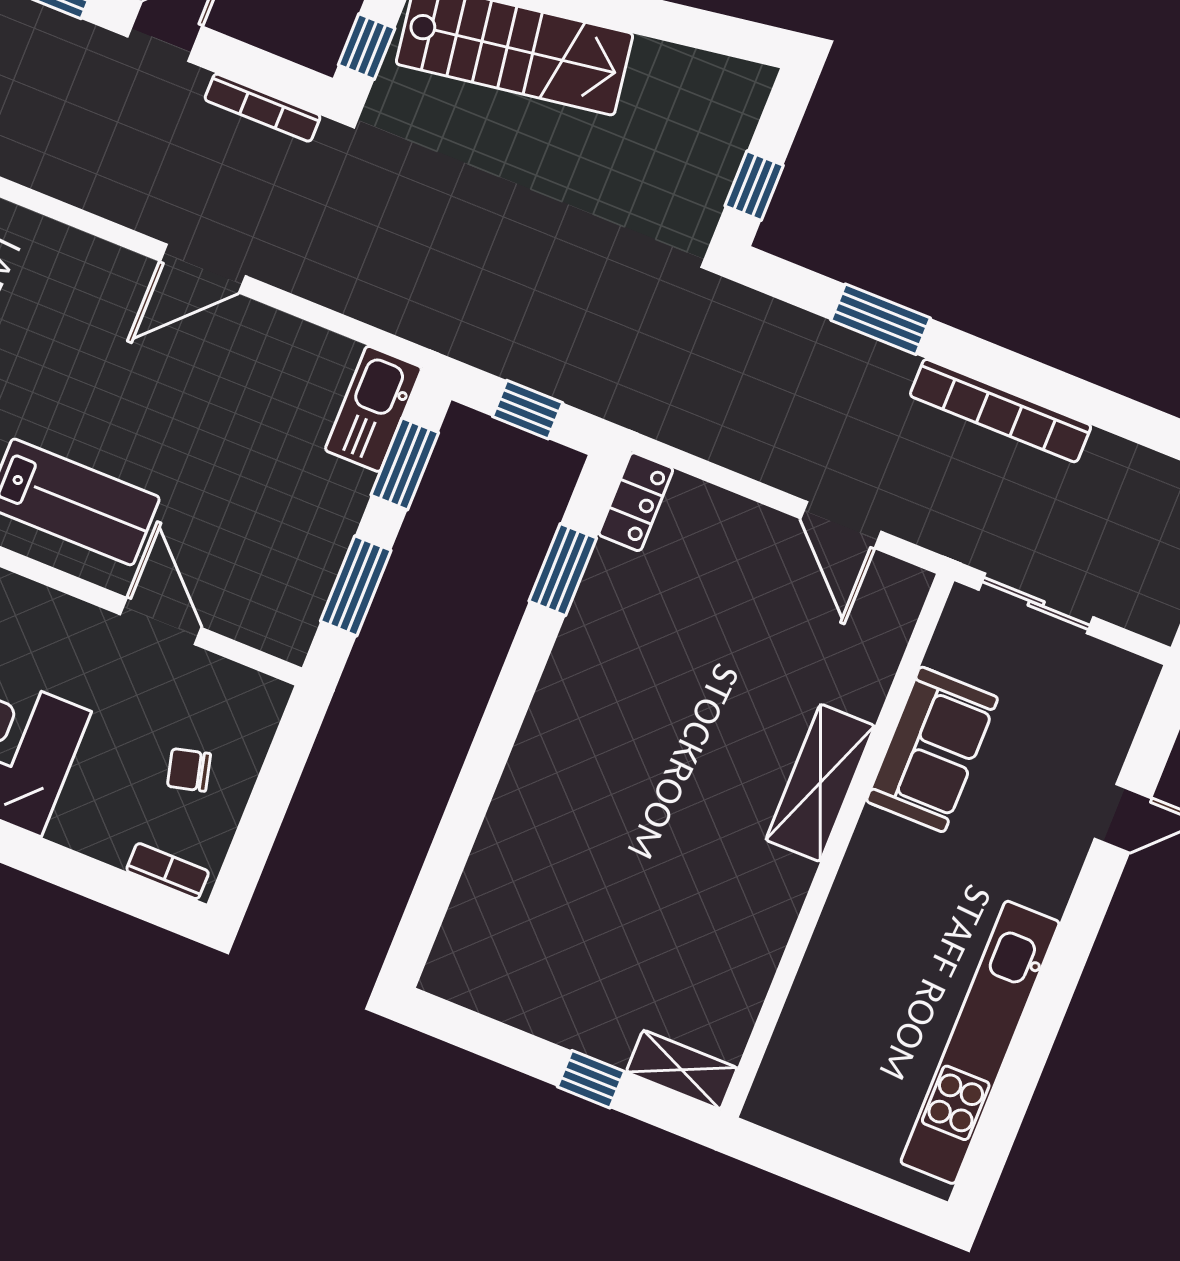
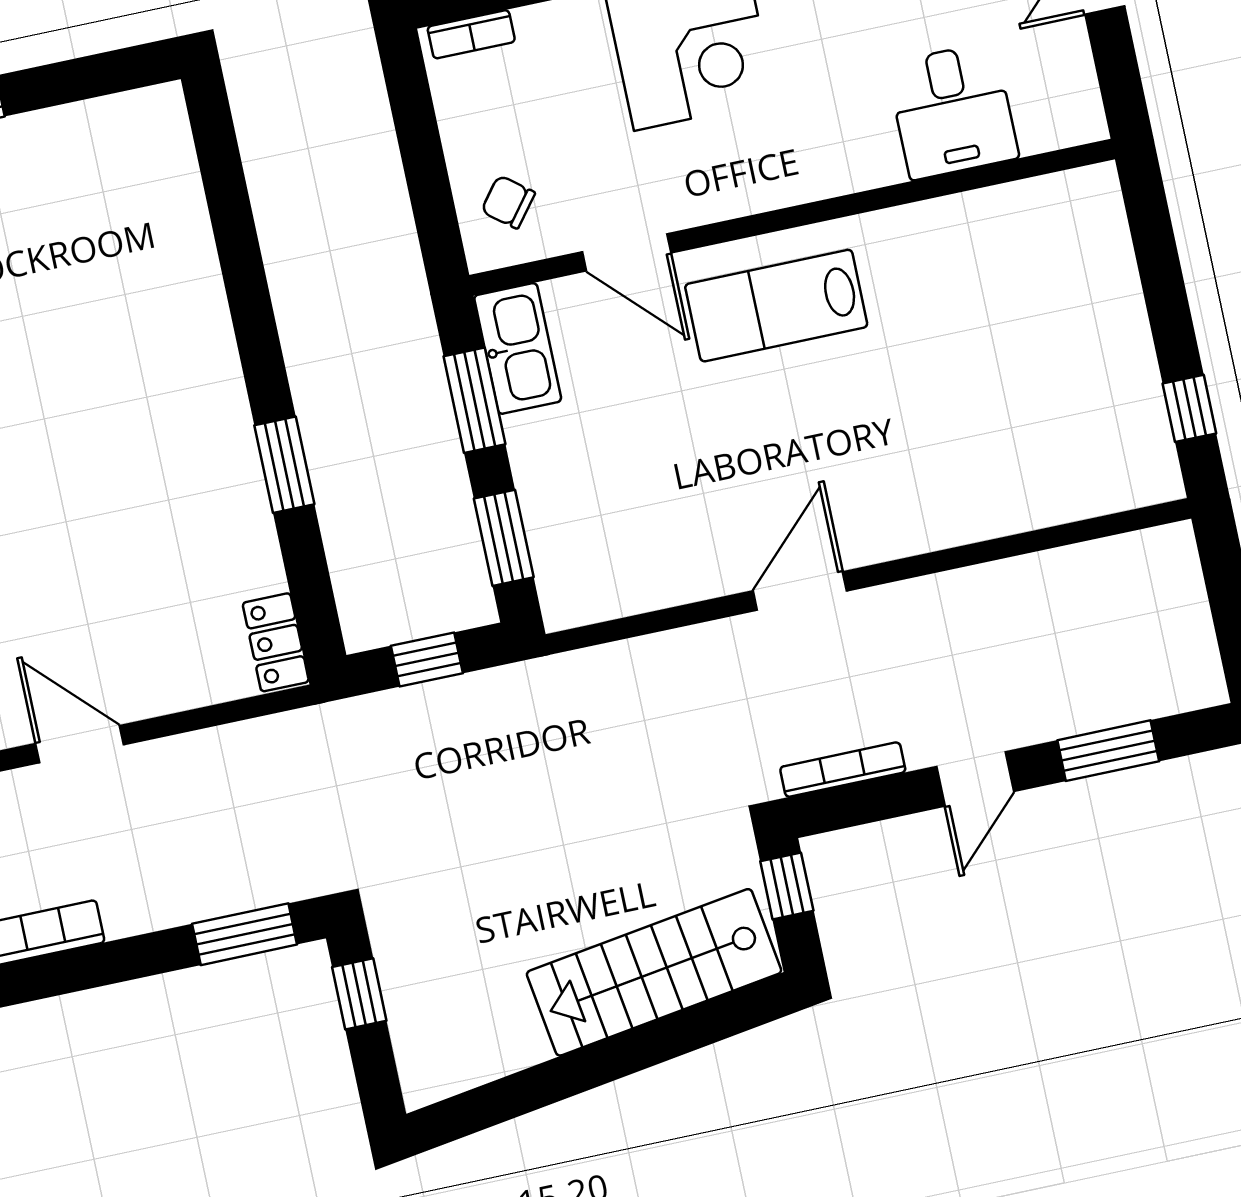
window: (881, 319) -> (245, 934), moved
kitchen sink: (373, 409) -> (518, 348), moved
window: (563, 570) -> (284, 465), moved
chair: (189, 770) -> (508, 202), moved, turned -128

